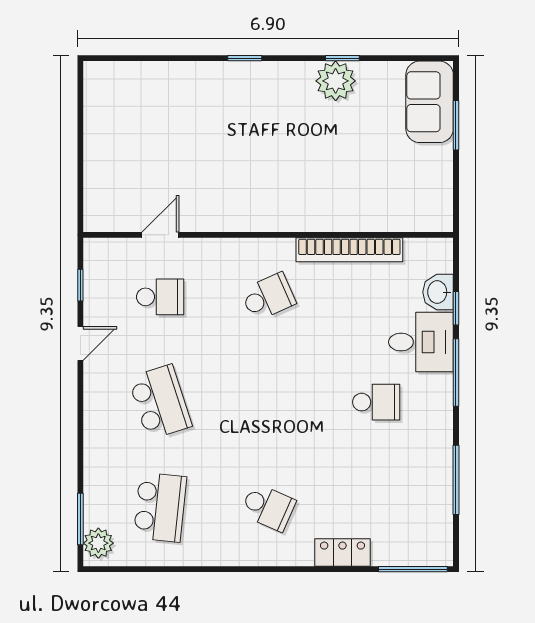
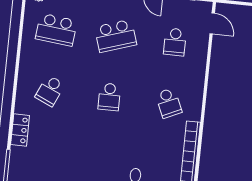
door: (160, 235) -> (212, 23), moved
school desk: (376, 402) -> (109, 97), moved

